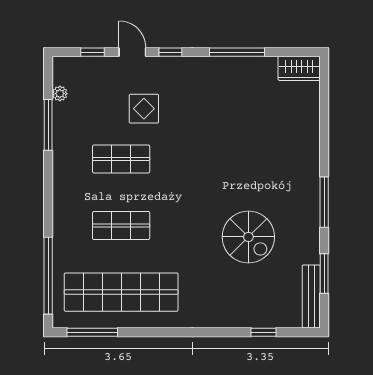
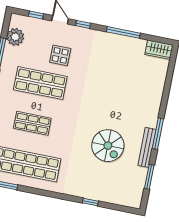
plant: (60, 94) -> (15, 37), width x1.88, depth x1.88
shop shelf: (121, 159) -> (40, 83), width x1.43, depth x1.36
bench: (311, 297) -> (147, 147), moved
window: (264, 332) -> (90, 202), moved

